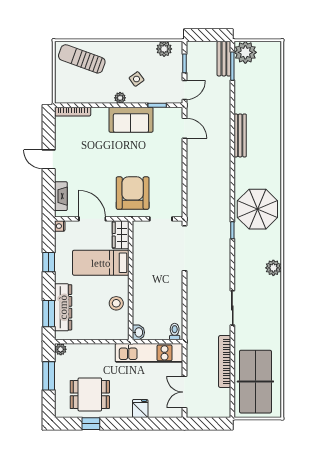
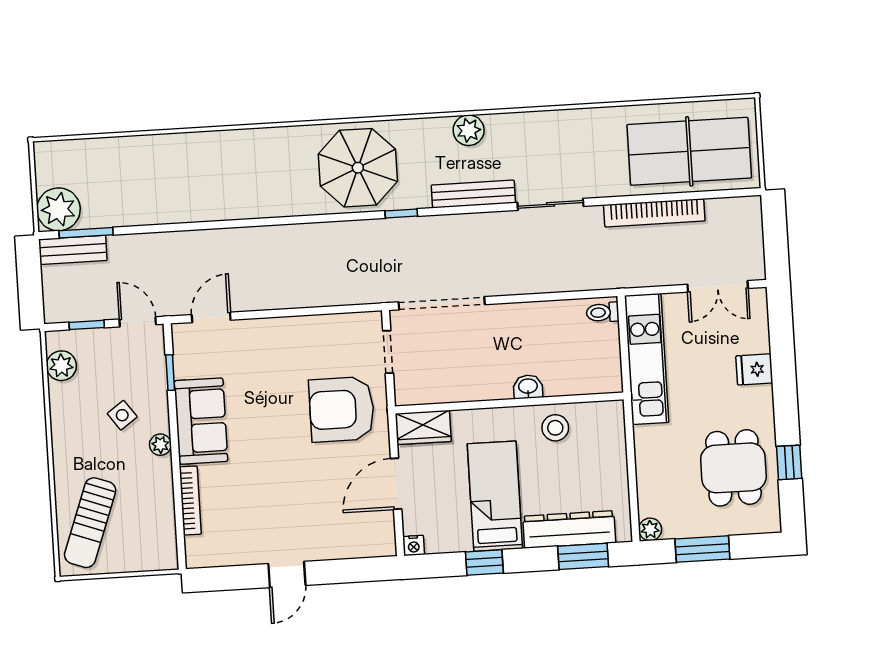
bookcase: (73, 112) -> (190, 501), moved
bench: (240, 135) -> (473, 194), moved
fireplace: (61, 196) -> (356, 547), removed
bed: (101, 263) -> (495, 496), moved, turned 180
washbasin: (138, 332) -> (528, 387), moved

